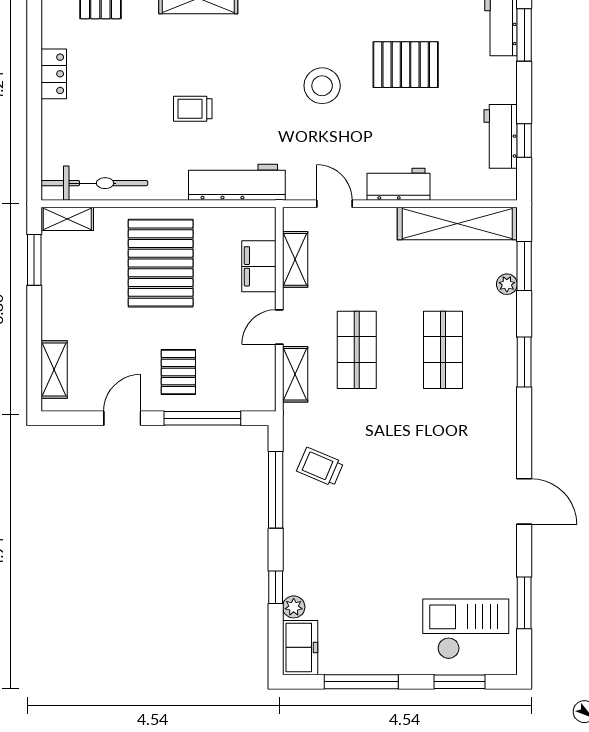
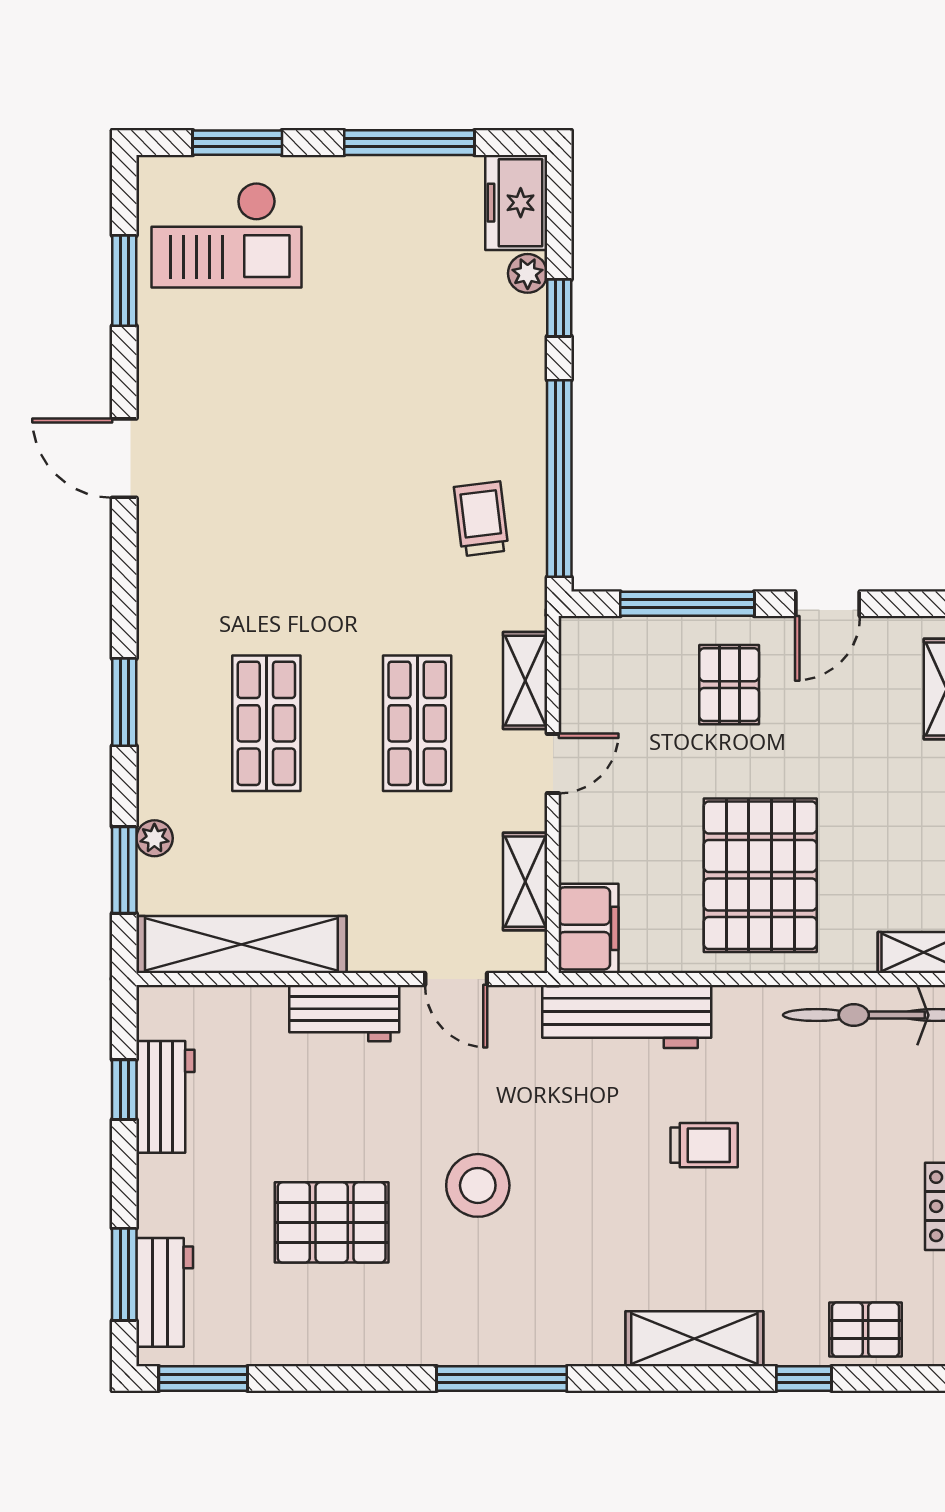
filing cabinet: (259, 266) -> (589, 928), moved
trolley: (320, 467) -> (481, 519), turned -120
window: (276, 490) -> (559, 479), width x1.46

